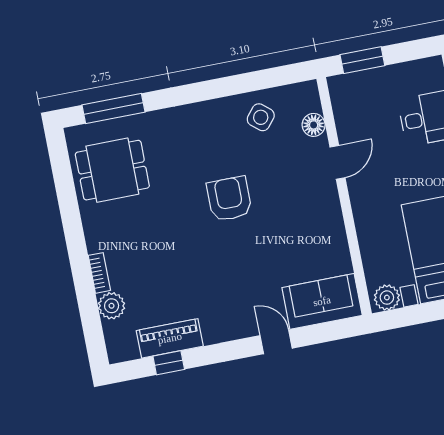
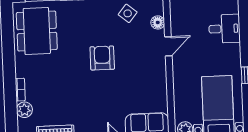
dining table: (112, 170) -> (37, 31), width x1.37

